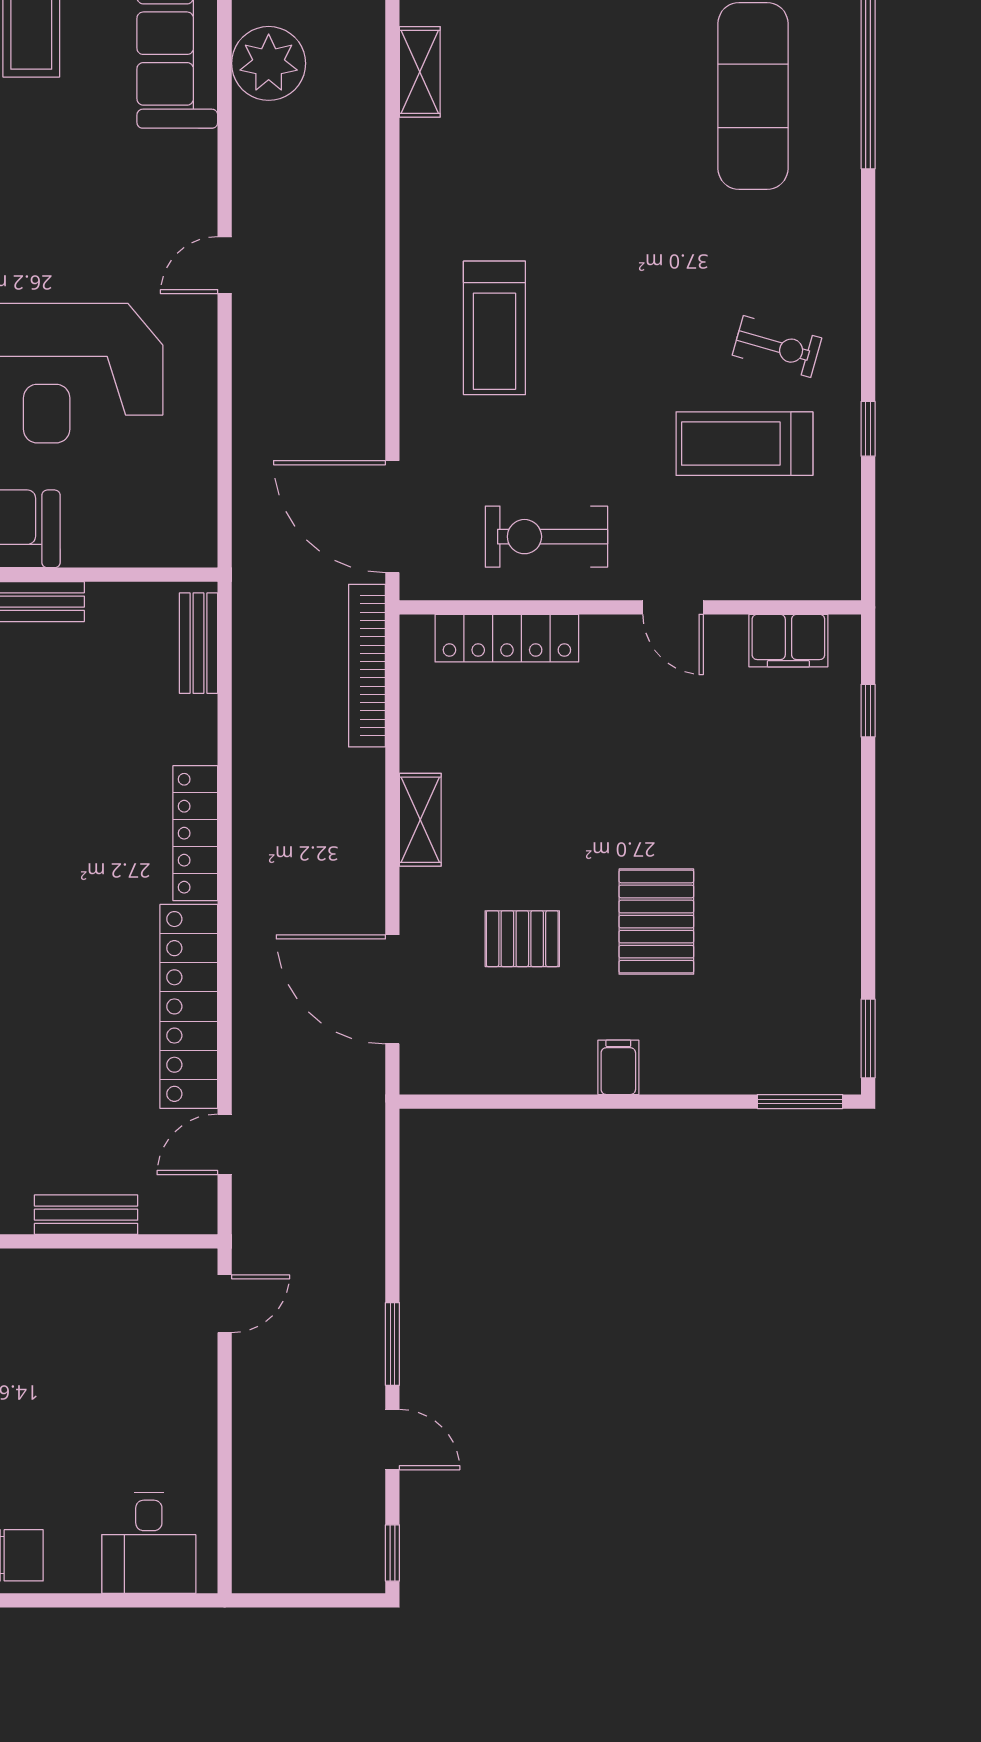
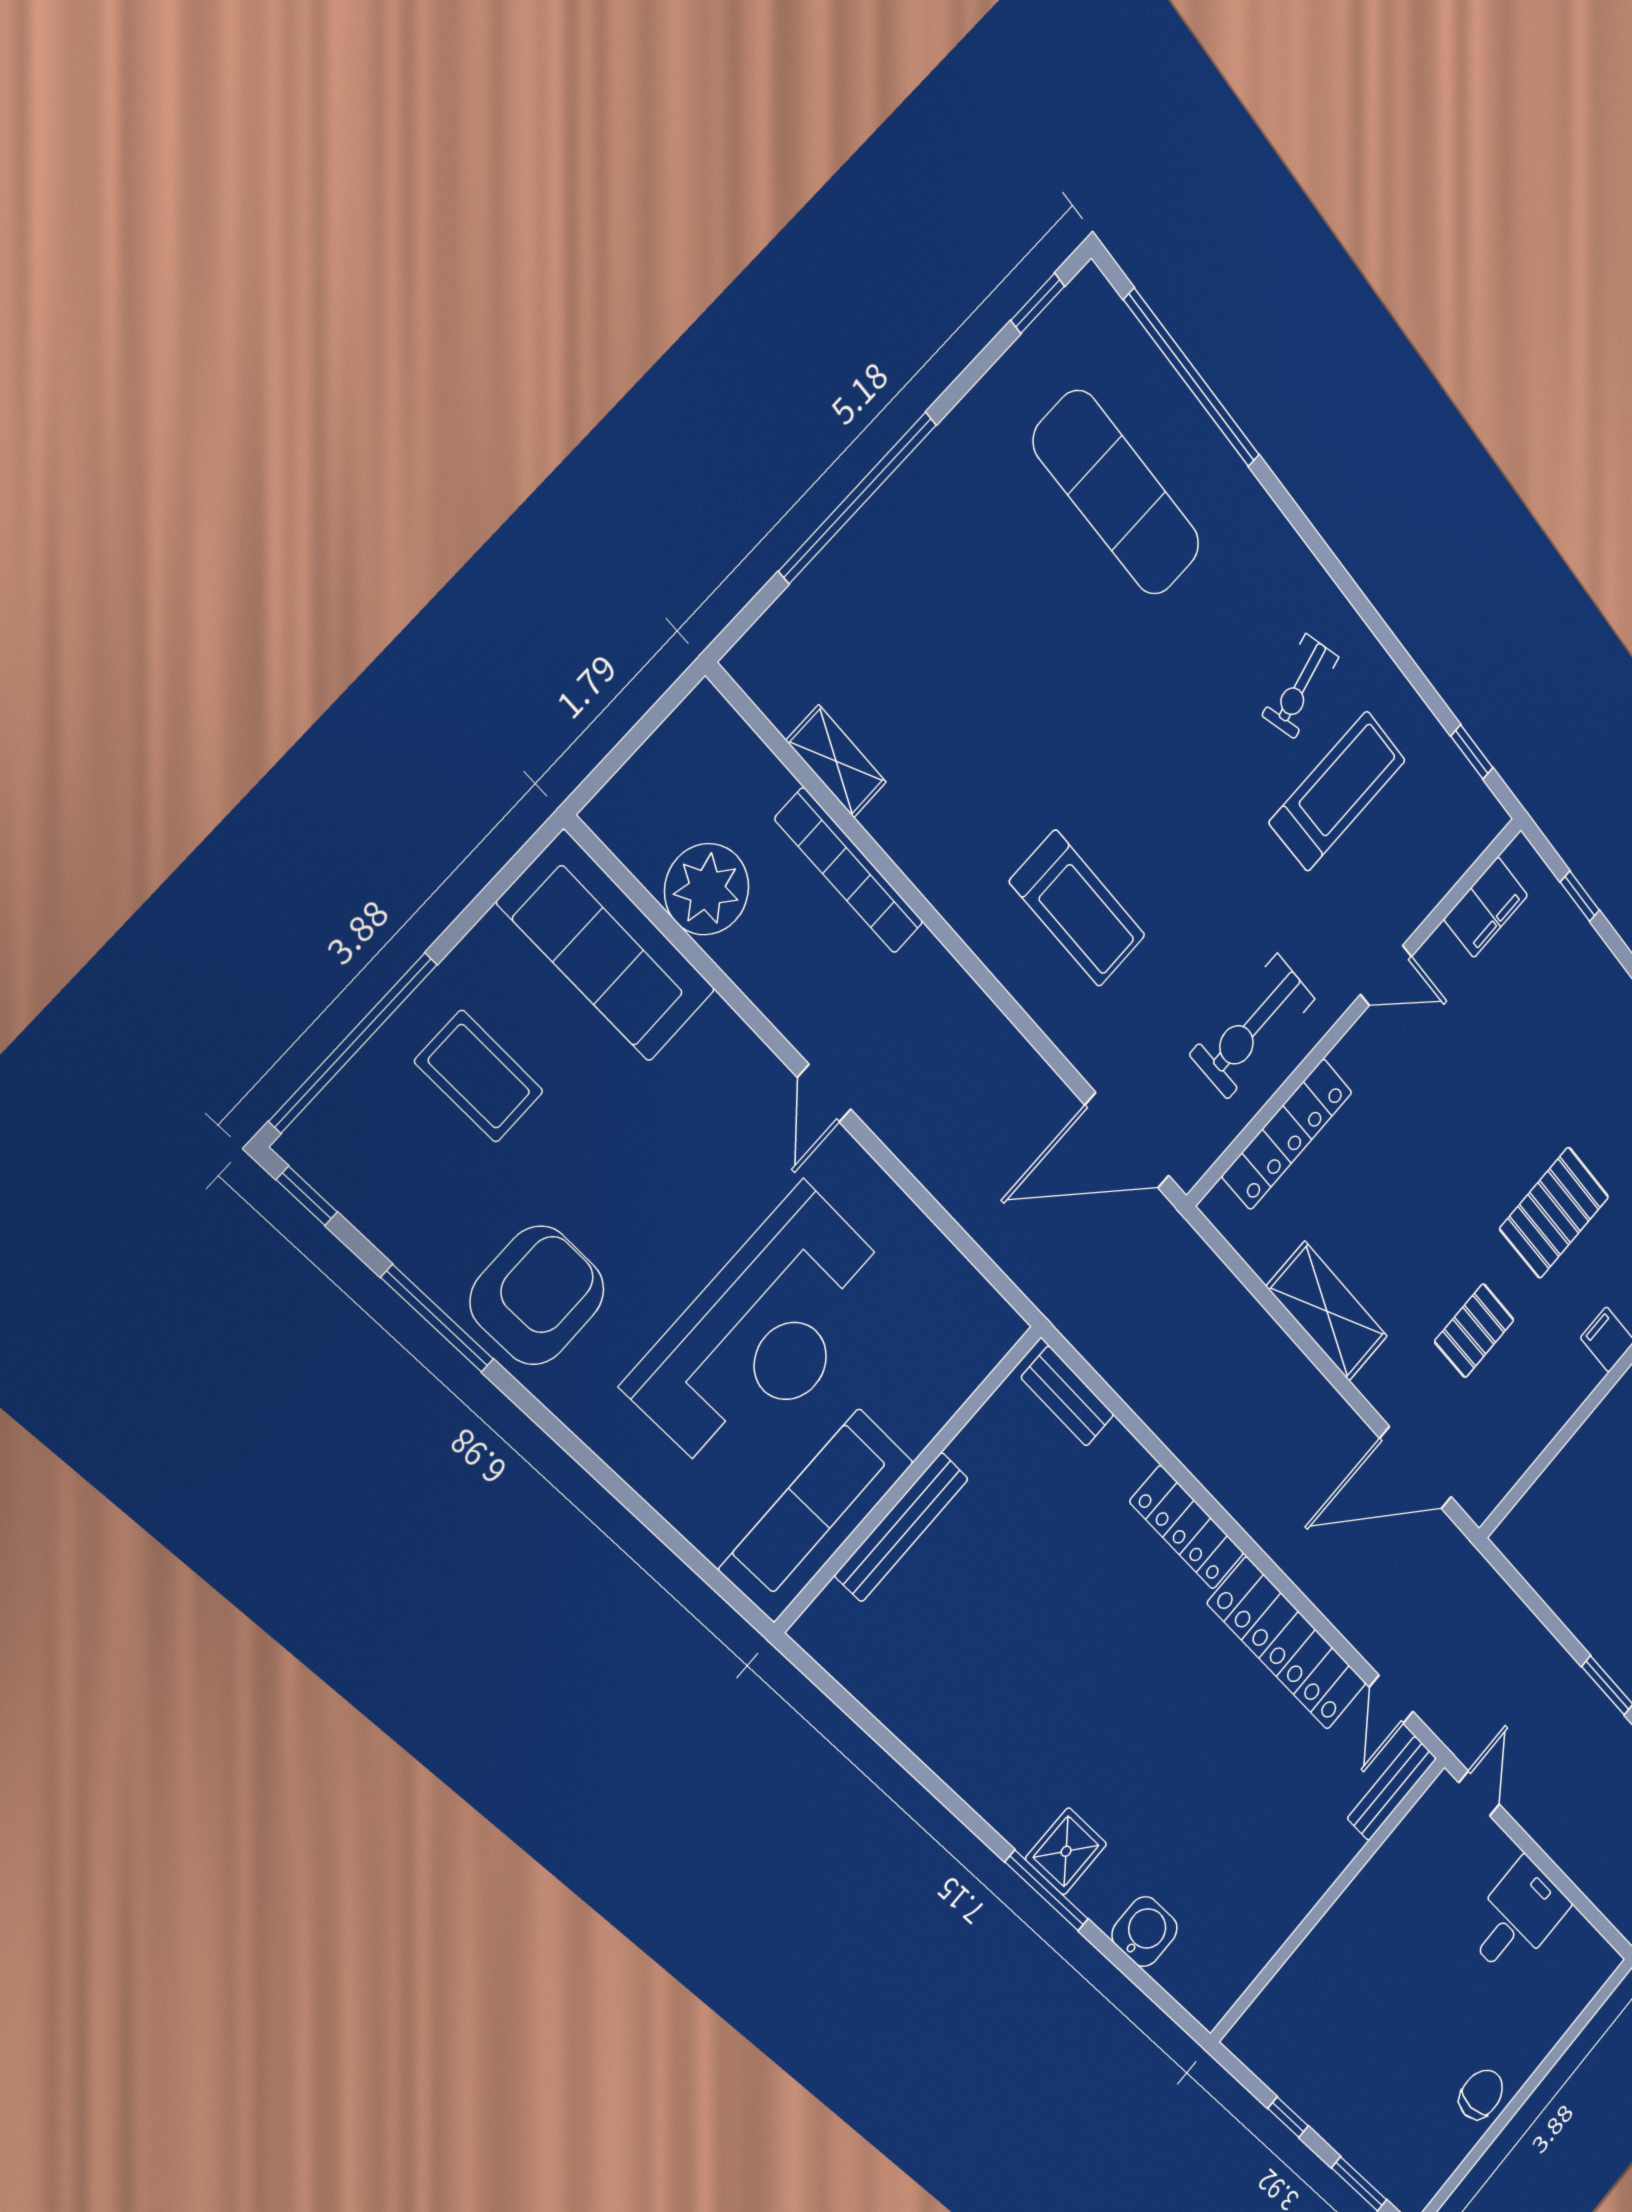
exercise bike: (777, 347) -> (1300, 686), turned 149
window: (868, 429) -> (1472, 752), moved
treadmill: (744, 444) -> (1337, 791), turned 180
bookcase: (367, 666) -> (849, 871), moved
shelving: (420, 820) -> (1327, 1311), width x1.50, depth x1.33
pallet: (656, 922) -> (1554, 1213), turned 90
bench: (86, 1215) -> (1392, 1788), moved
desk: (149, 1543) -> (1517, 1918), moved, turned -90

